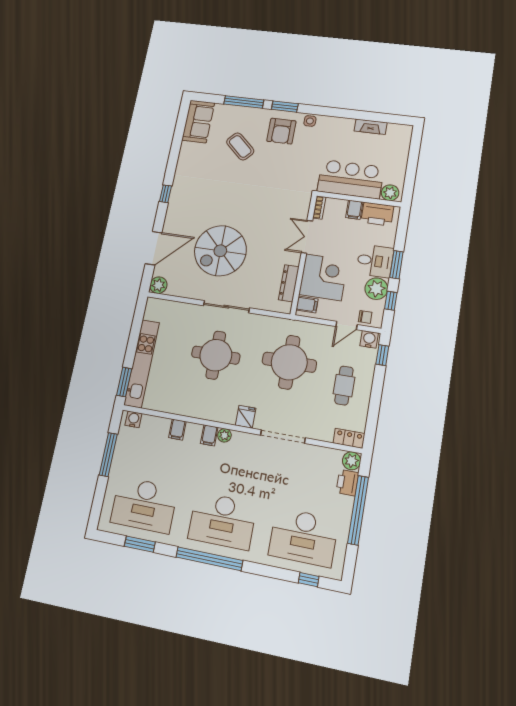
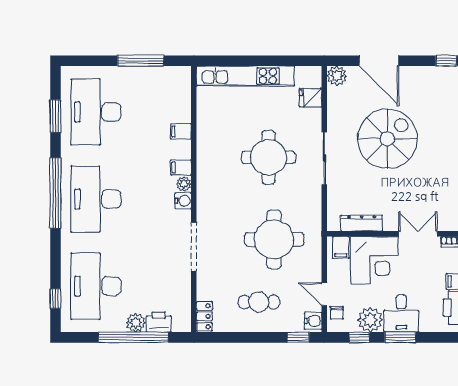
spiral stairs: (220, 251) -> (387, 139), turned 90
window: (124, 382) -> (222, 61), removed
fridge: (246, 417) -> (311, 98), moved, turned 180
water cooler: (133, 419) -> (183, 201), moved
plant: (352, 461) -> (136, 323), moved

